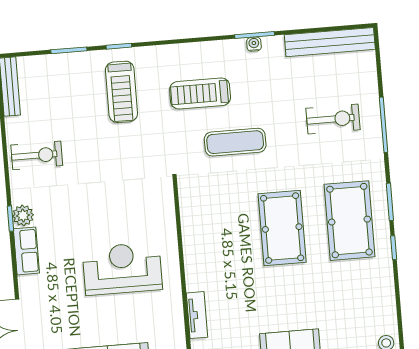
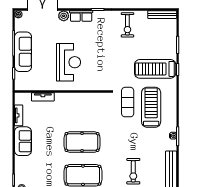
treadmill: (121, 92) -> (155, 69), width x1.37, depth x1.38
treadmill: (200, 94) -> (151, 107), width x1.37, depth x1.38
exercise mat: (235, 142) -> (128, 102), moved
plant: (23, 215) -> (64, 16), moved

